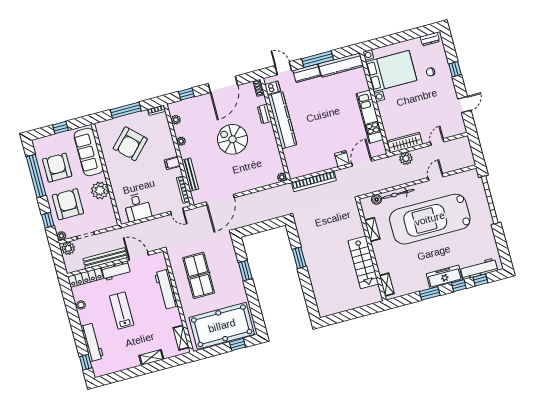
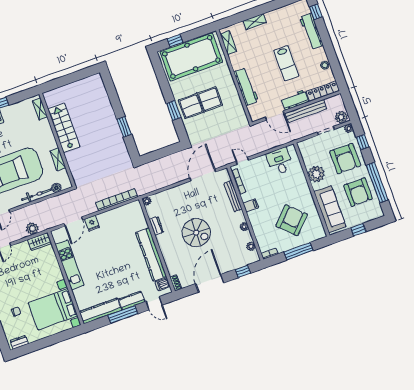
dresser: (264, 114) -> (156, 226), moved
wardrobe: (405, 143) -> (39, 242), width x0.67
table tennis table: (199, 275) -> (200, 103), moved, turned 90

